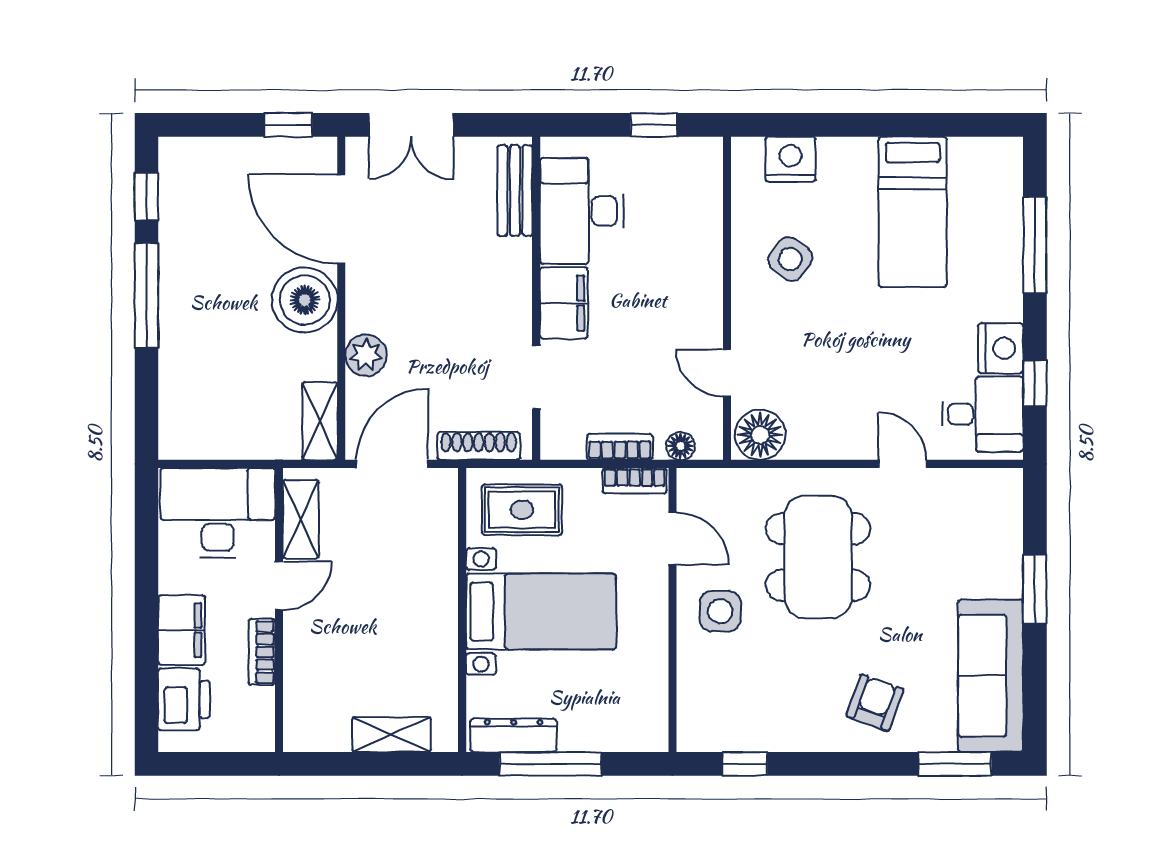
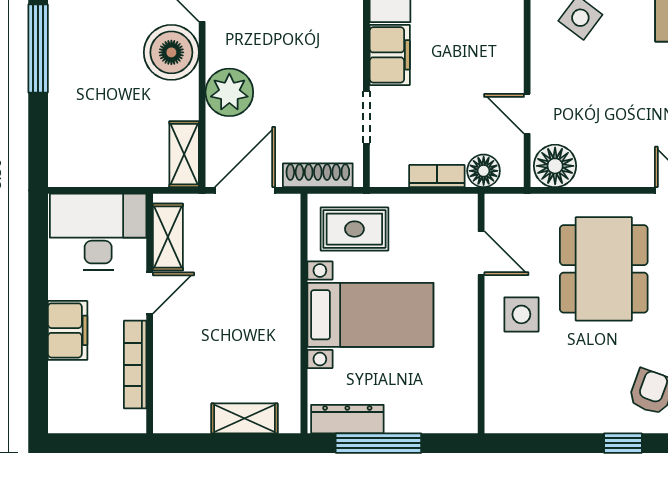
plant: (366, 355) -> (229, 92), width x1.36, depth x1.36
floor lamp: (680, 446) -> (484, 171), width x1.37, depth x1.37
bookcase: (635, 481) -> (449, 204), removed
bookcase: (262, 652) -> (135, 365), width x1.56
printer: (184, 699) -> (70, 389), removed
window: (745, 764) -> (623, 443), moved

